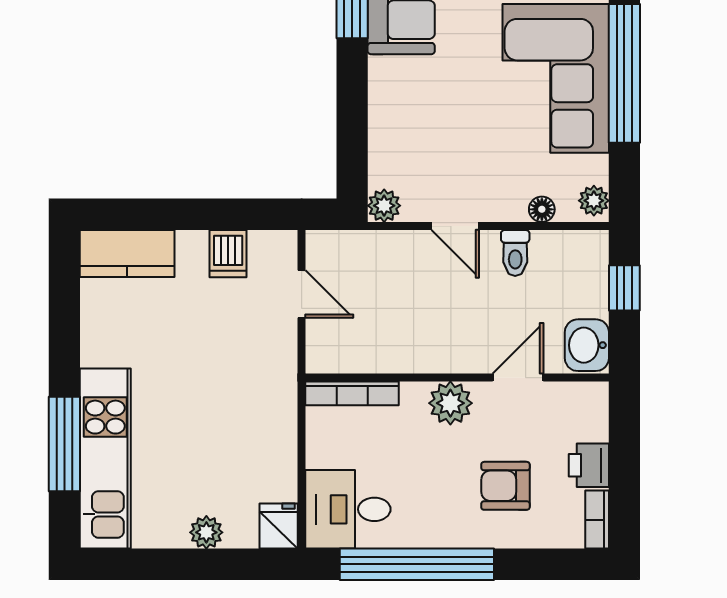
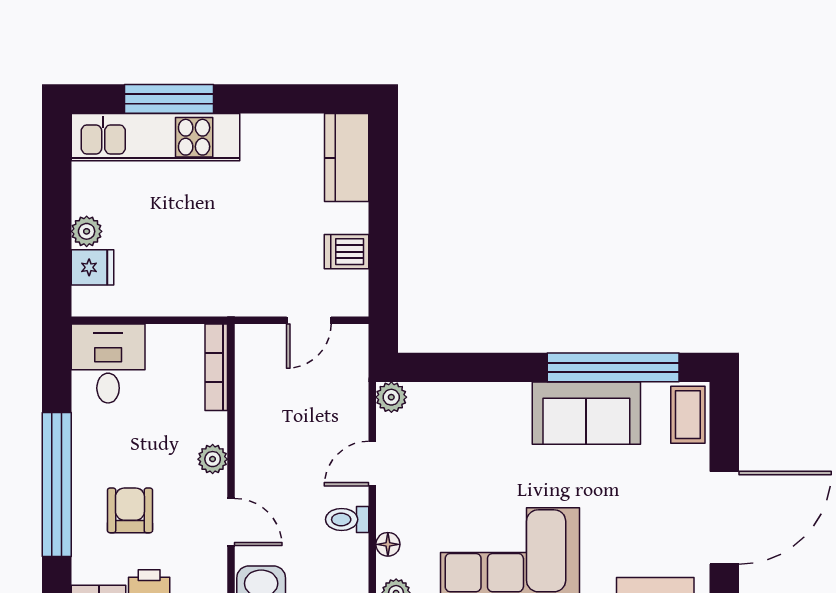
plant: (450, 403) -> (213, 459), width x0.73, depth x0.73
fridge: (279, 526) -> (92, 267), moved
window: (417, 564) -> (57, 485), moved

